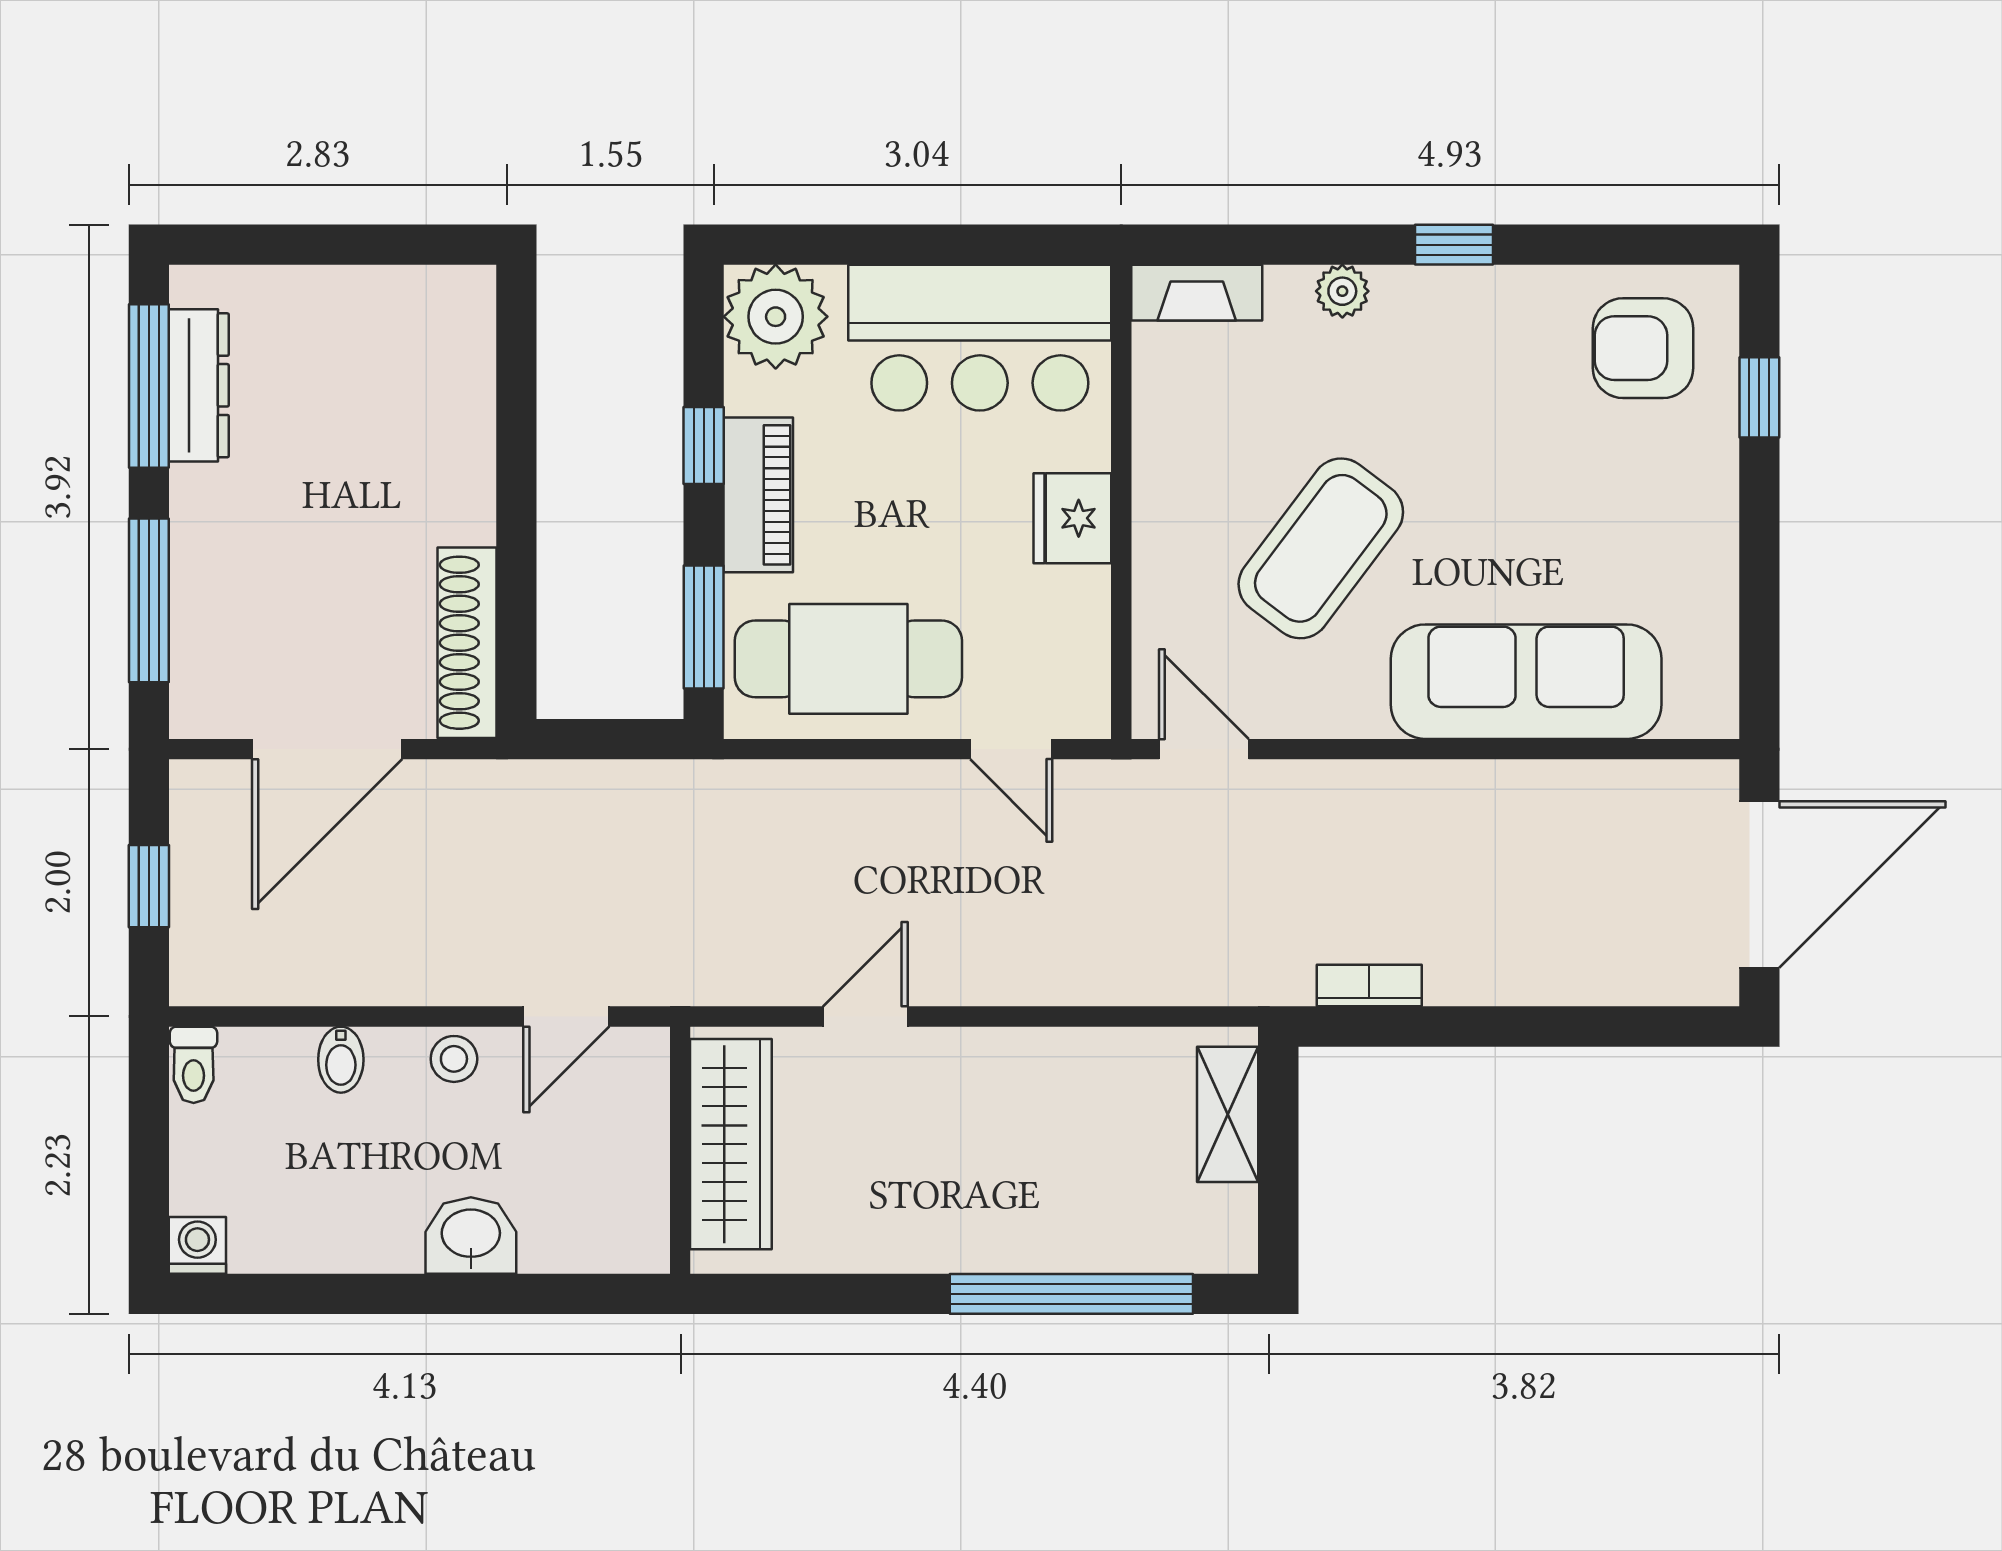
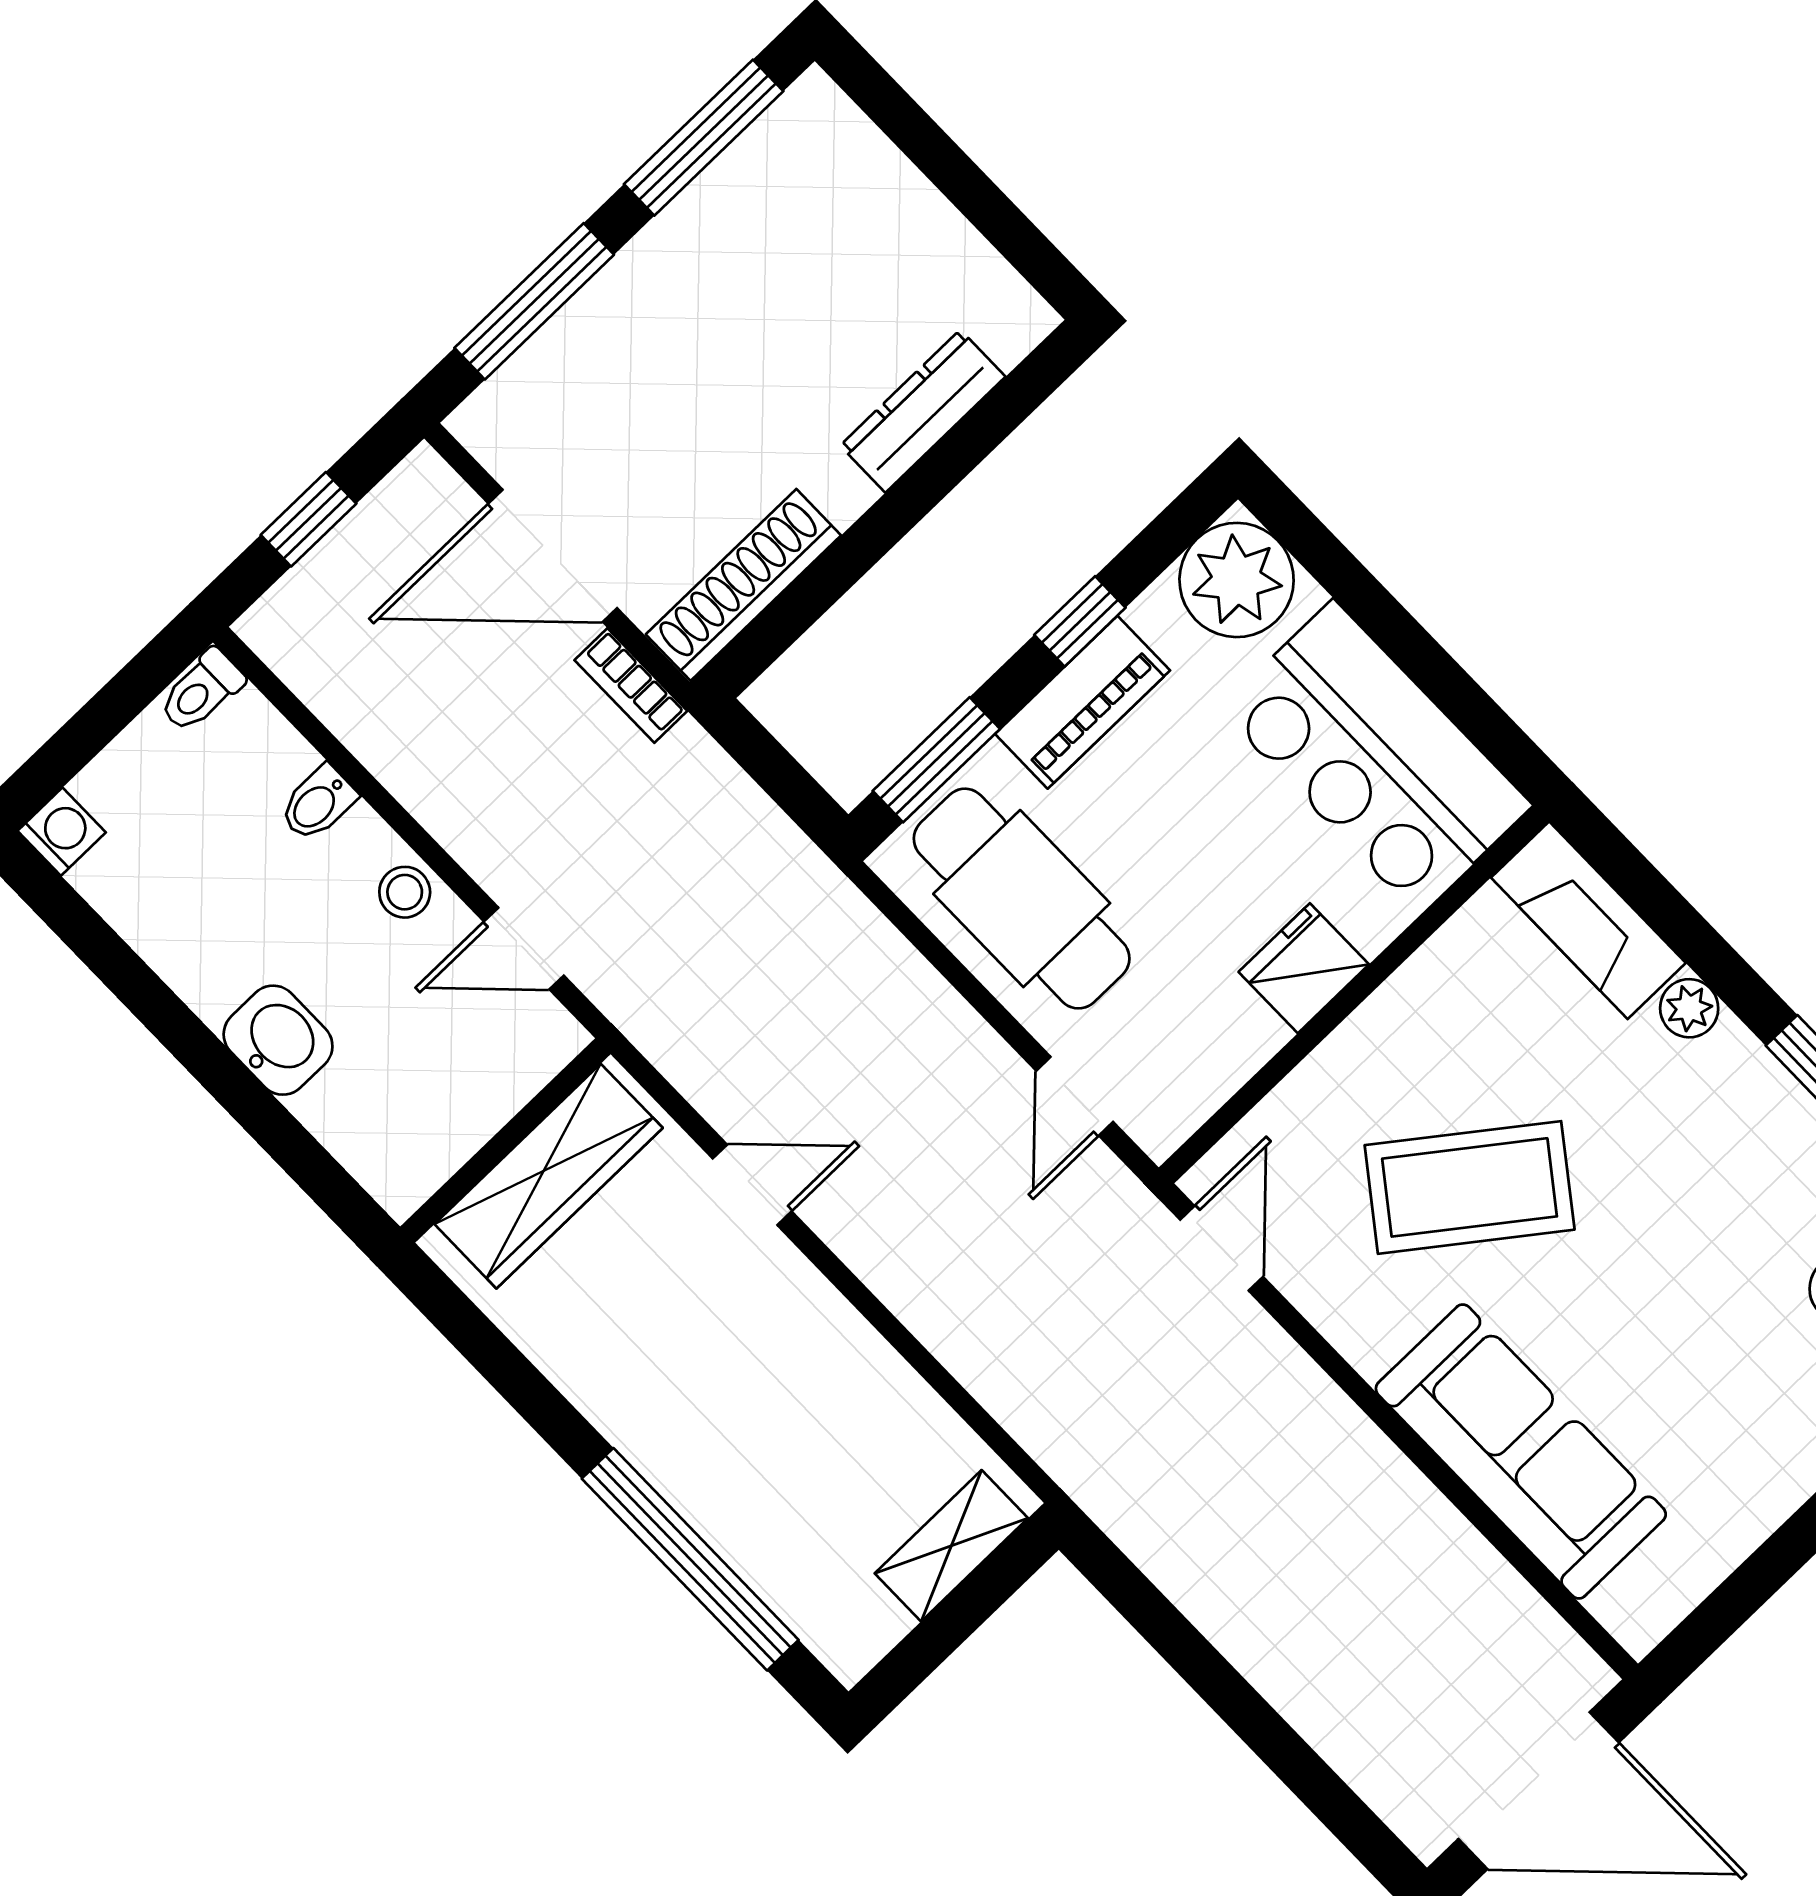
fireplace: (1197, 293) -> (1588, 920), width x1.37, depth x1.32
dresser: (199, 385) -> (923, 411), moved, turned 180
bookcase: (1369, 986) -> (631, 686), moved, turned 180

